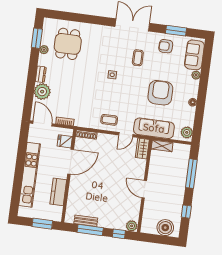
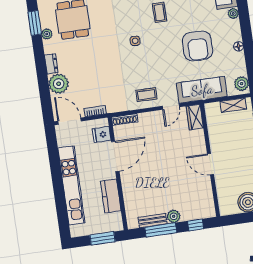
armchair: (160, 93) -> (197, 46), turned 180
shelving: (162, 146) -> (233, 105), moved
plant: (132, 226) -> (174, 216), moved

